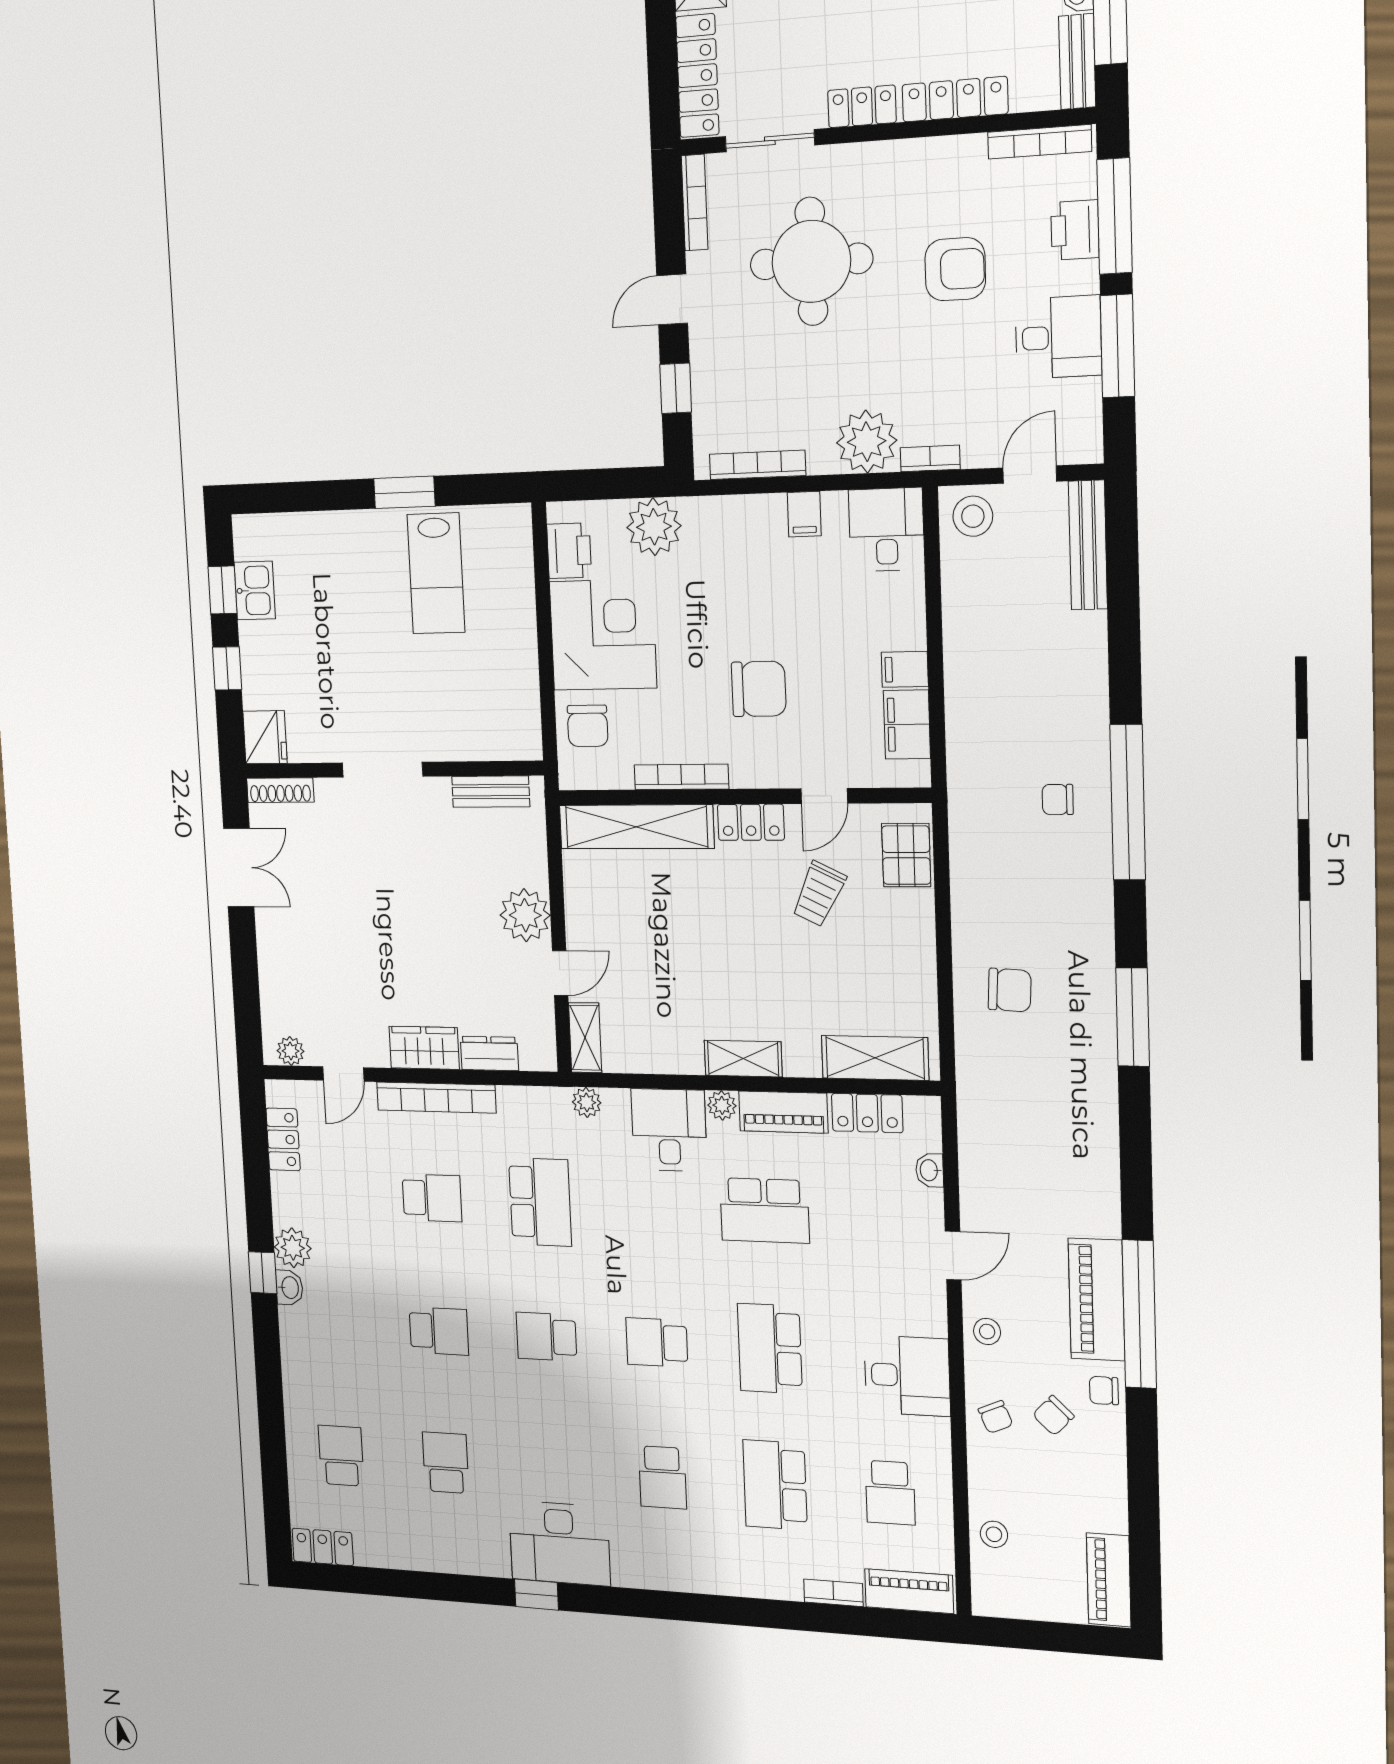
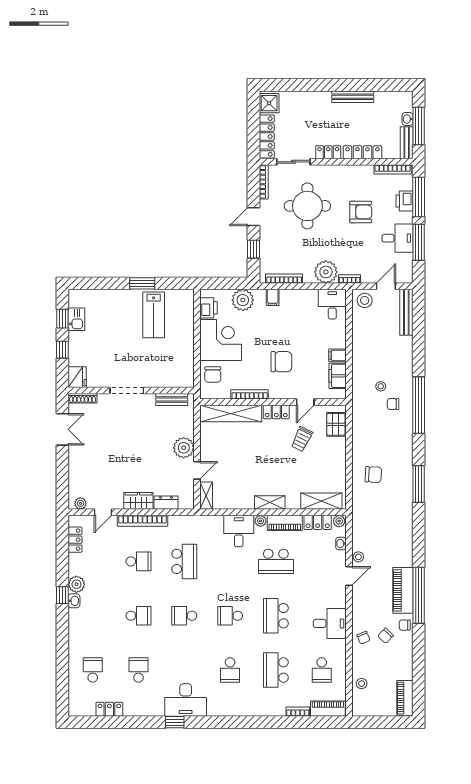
filing cabinet: (804, 514) -> (273, 297), moved
stool: (1023, 751) -> (381, 386), added
plant: (587, 1102) -> (339, 521), moved
stool: (987, 1332) -> (358, 557), moved
locker: (323, 1547) -> (109, 709), moved

